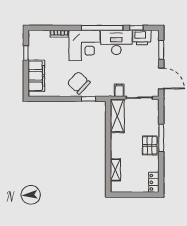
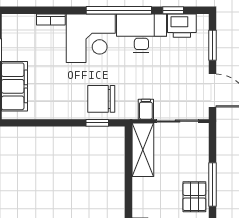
chair: (79, 83) -> (101, 99), moved, turned -43

